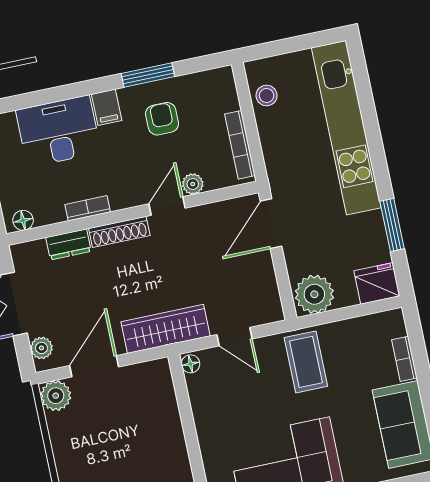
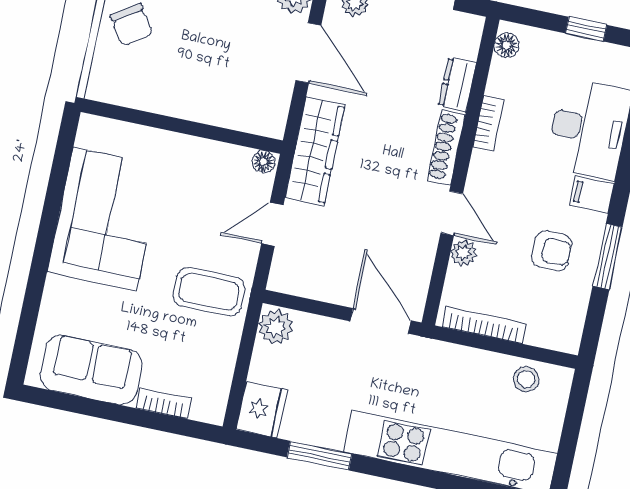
plant: (314, 294) -> (275, 327), width x0.73, depth x0.73

